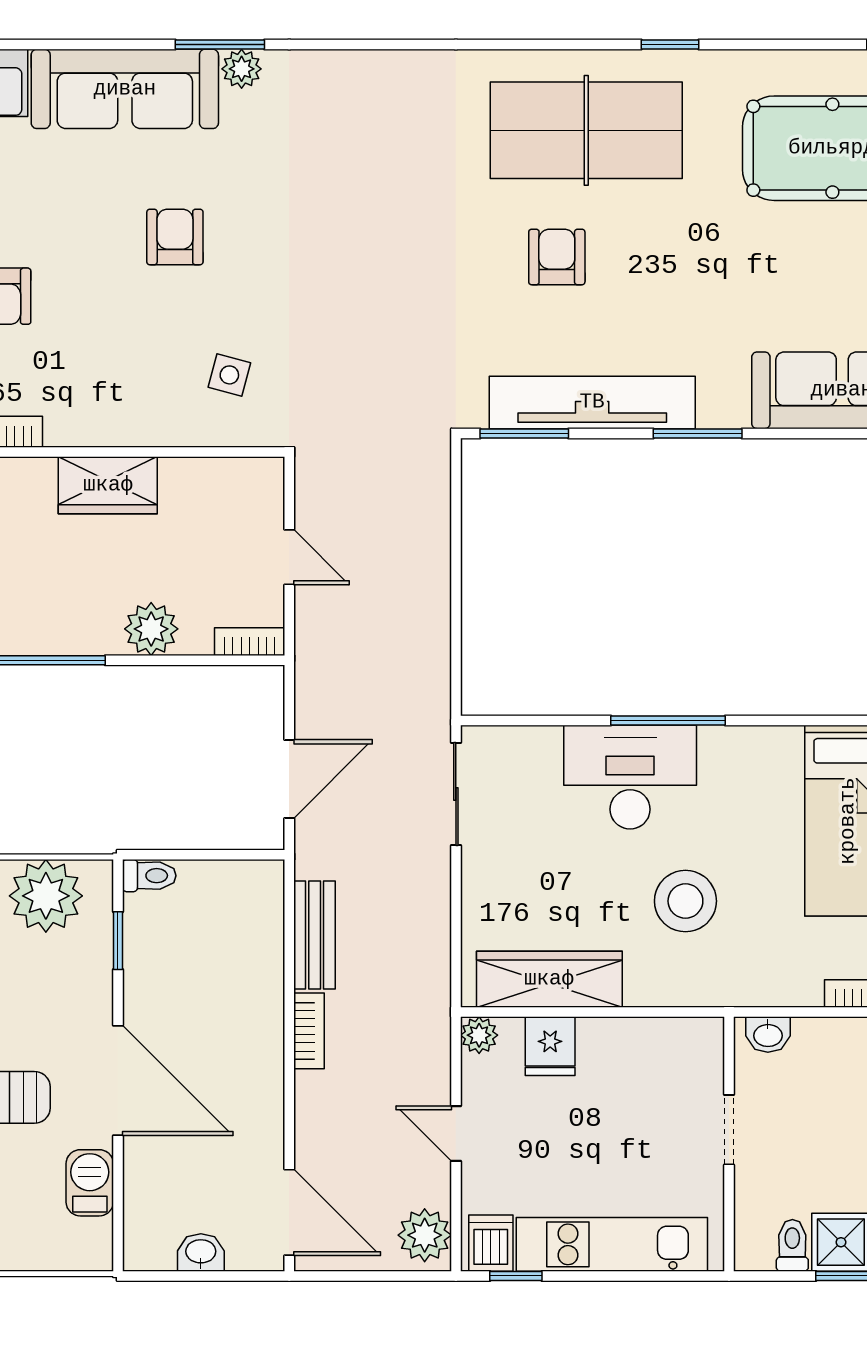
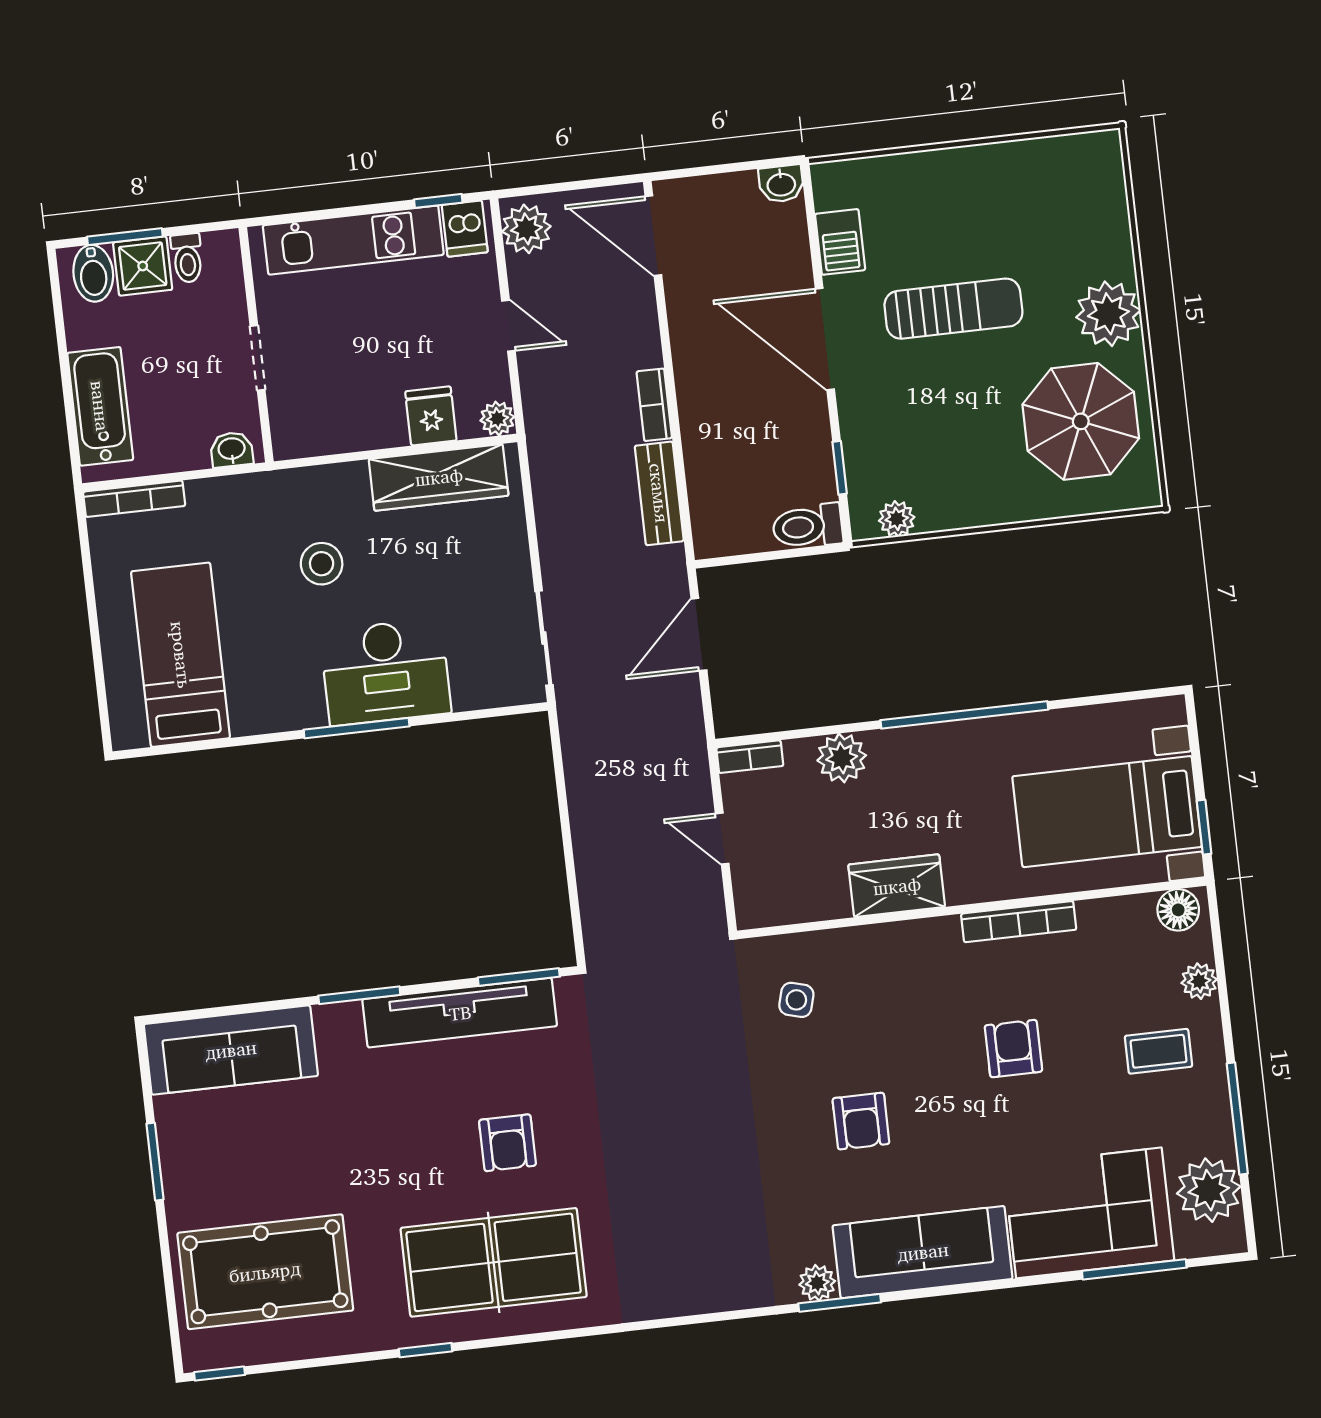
toilet: (149, 876) -> (808, 526), width x1.37, depth x1.39
plant: (46, 896) -> (897, 519), width x0.53, depth x0.53
stool: (685, 901) -> (322, 564), width x0.73, depth x0.73
washbasin: (201, 1252) -> (781, 184), moved

